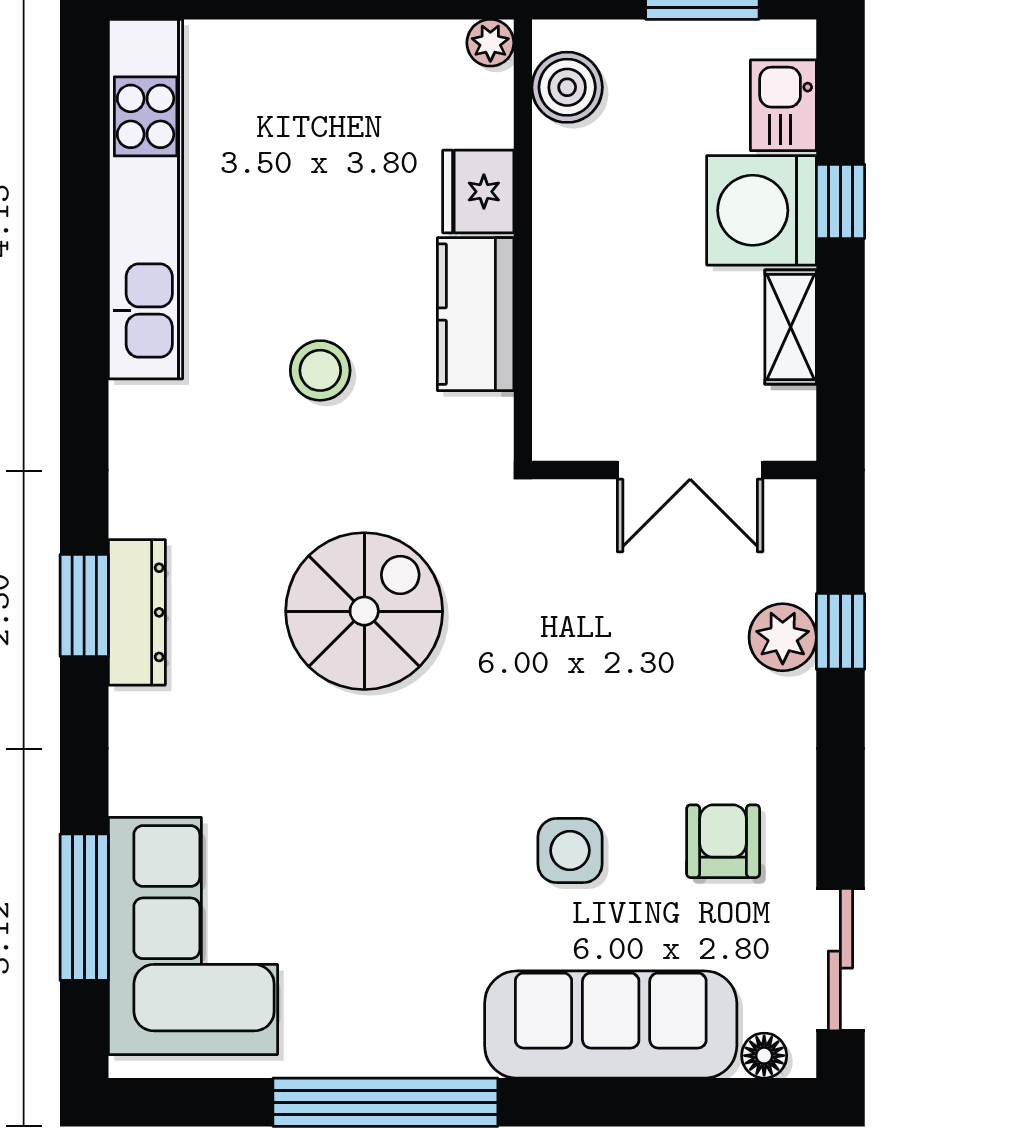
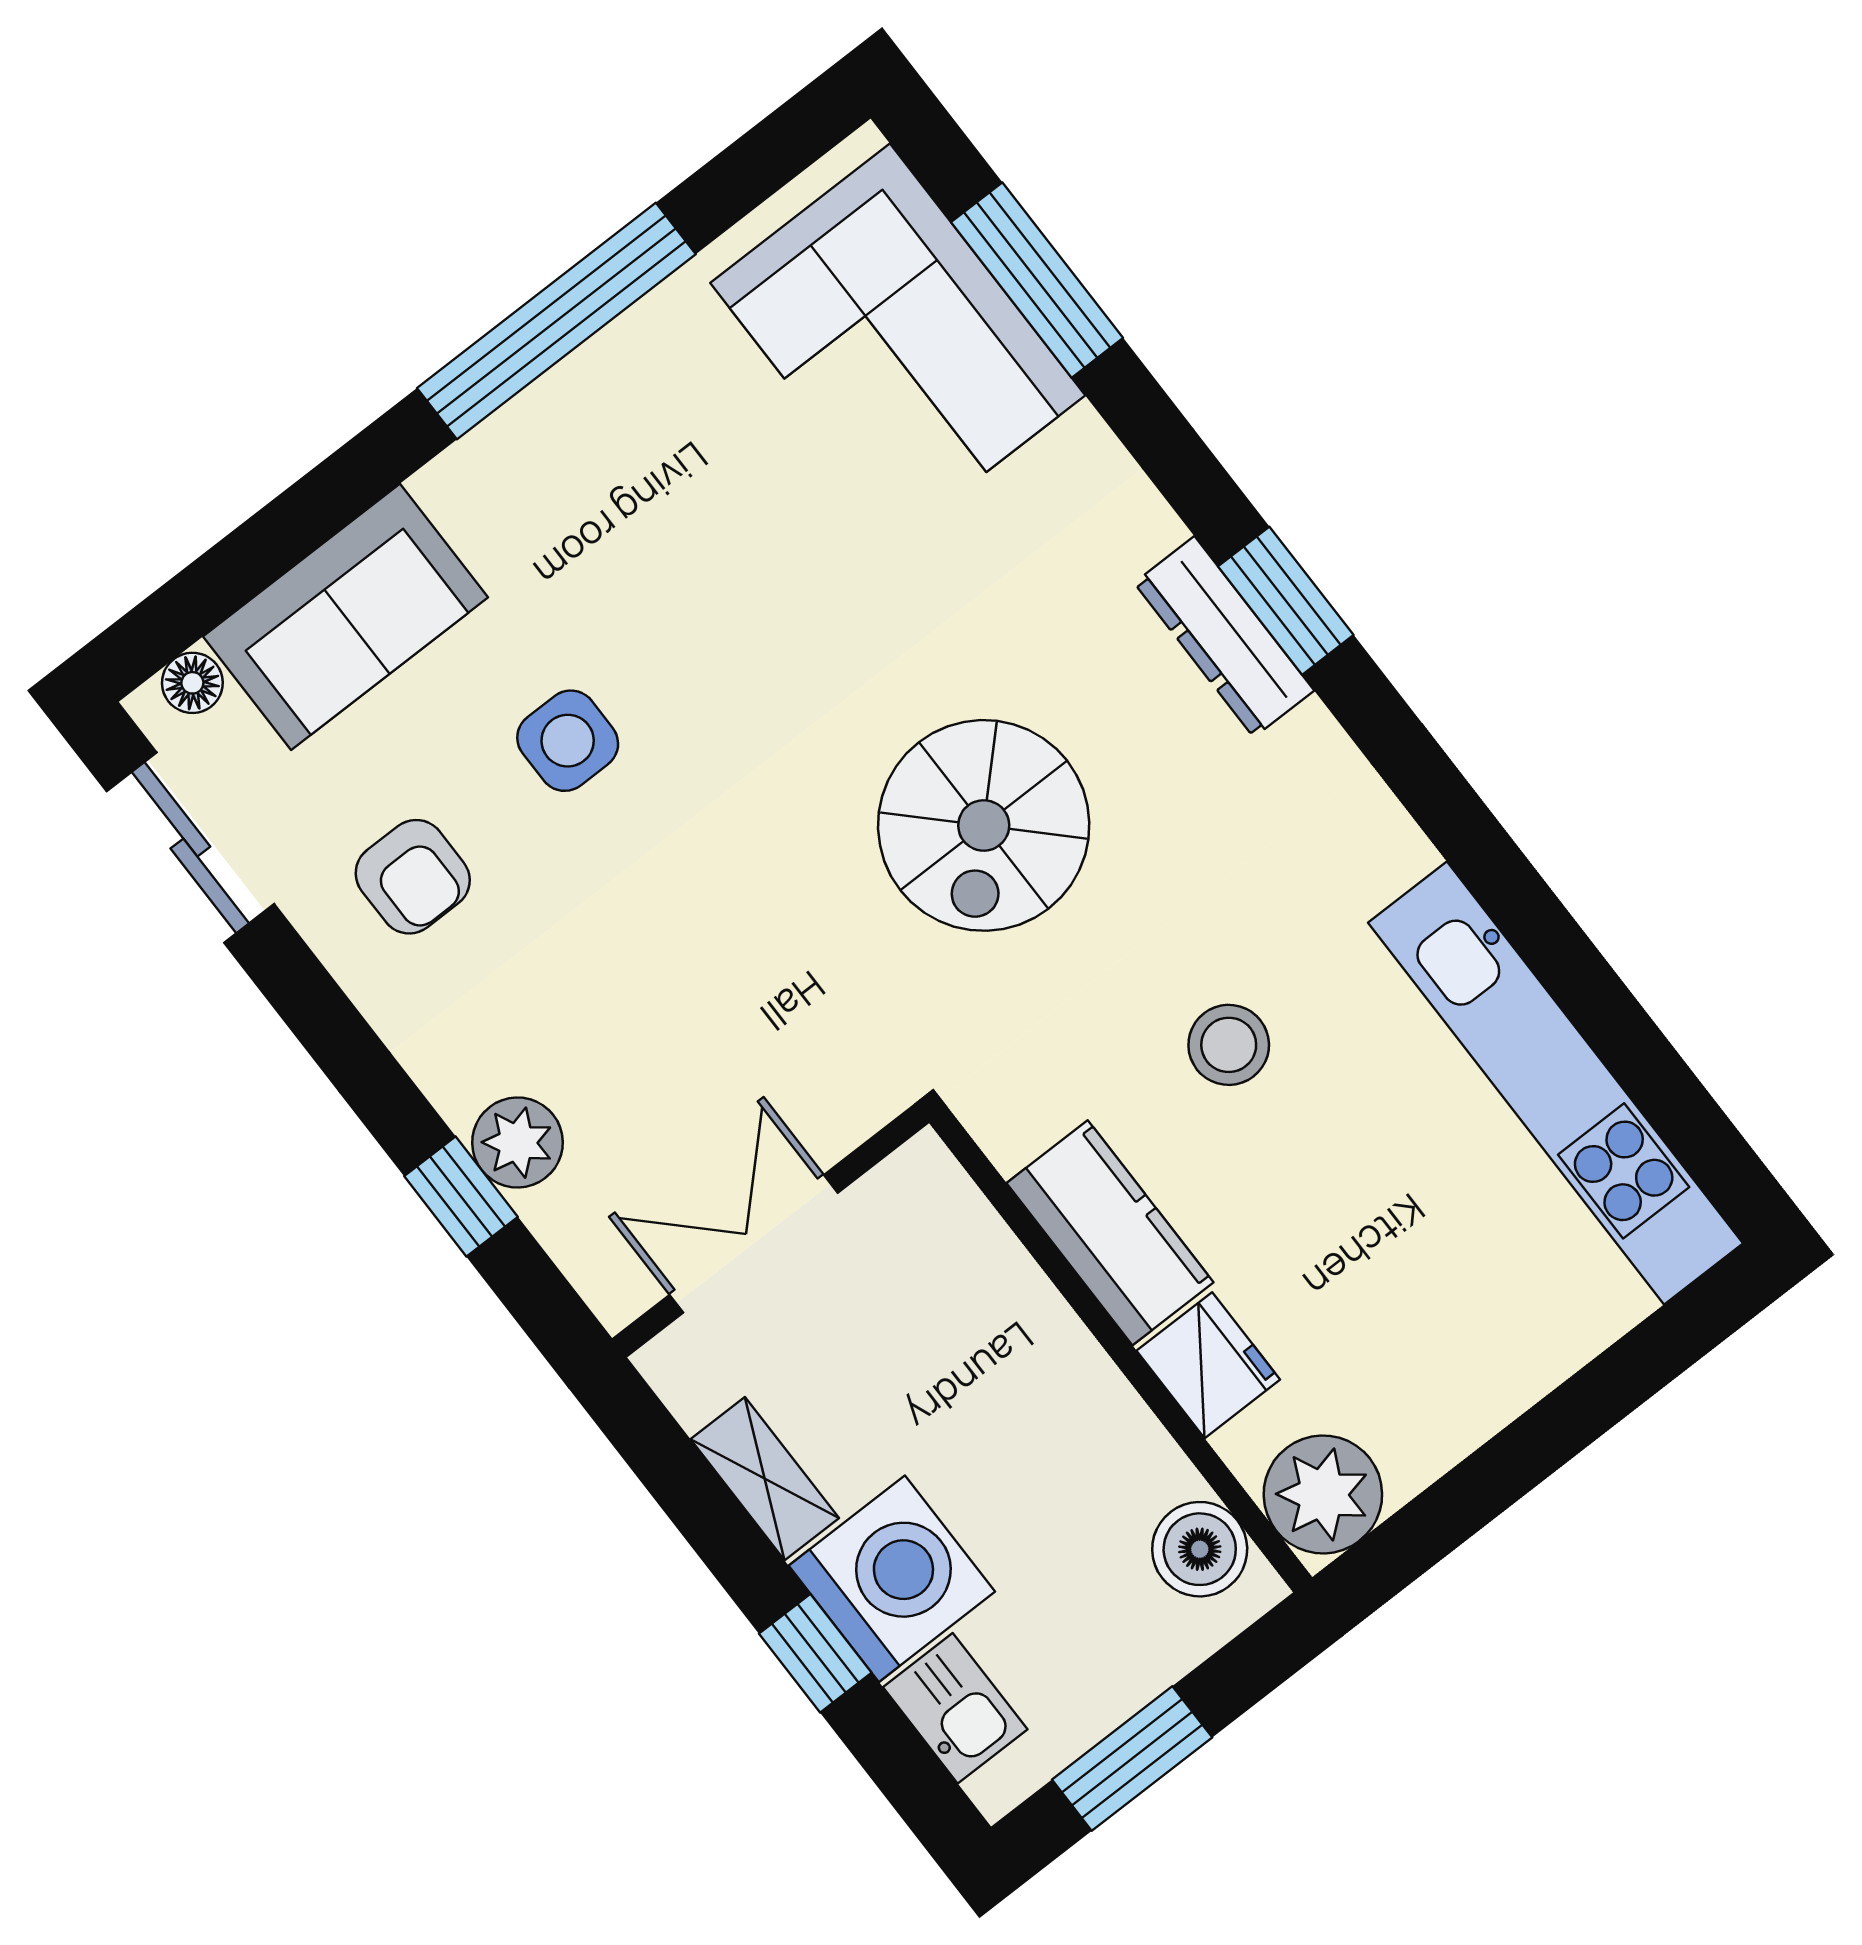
plant: (490, 43) -> (1323, 1494), width x1.88, depth x1.88
sofa: (611, 1024) -> (345, 617), width x0.73

